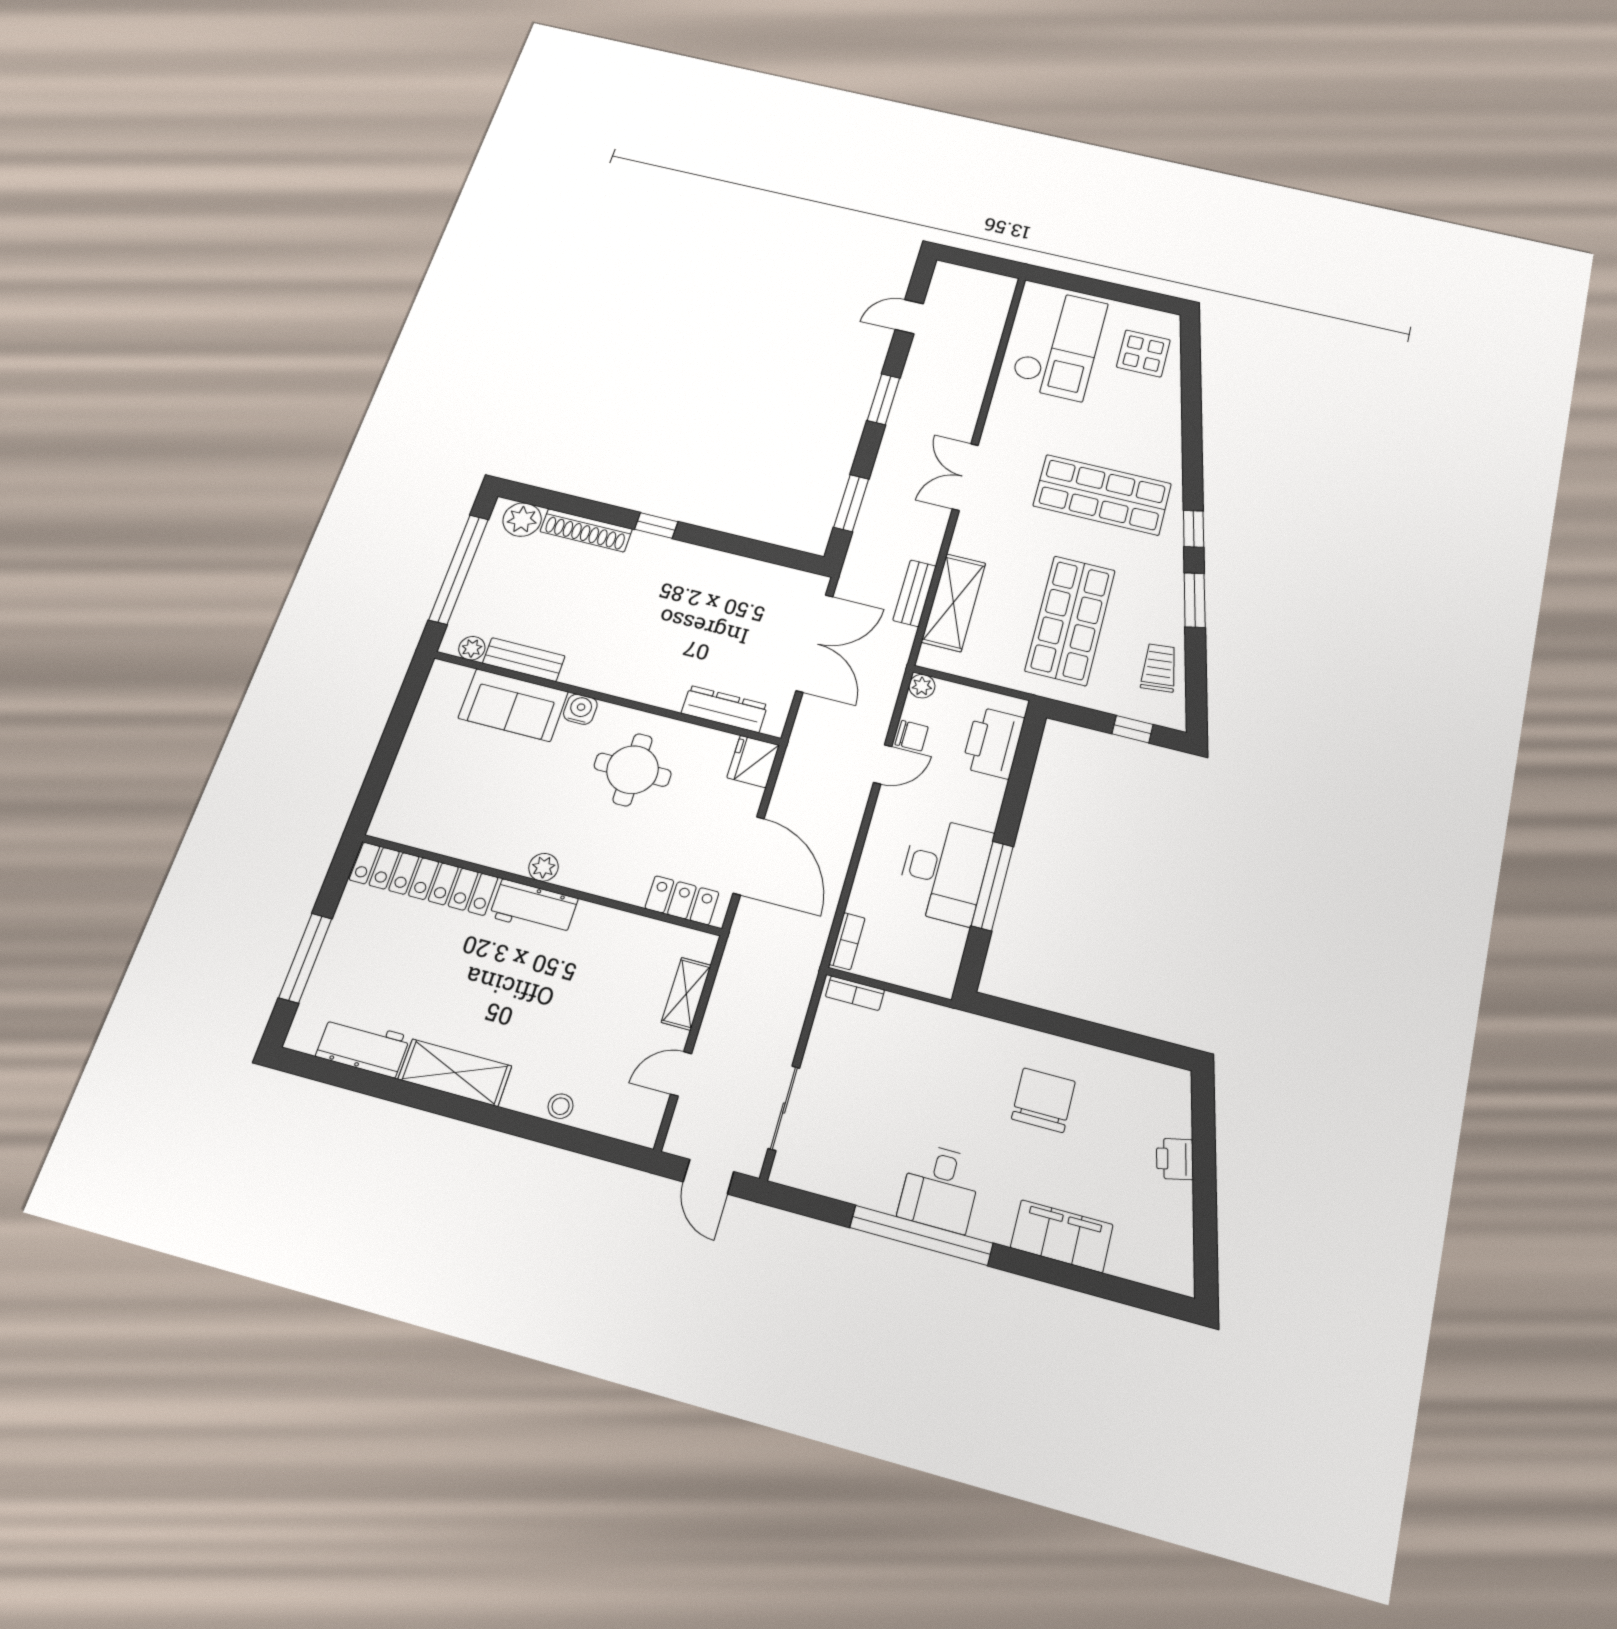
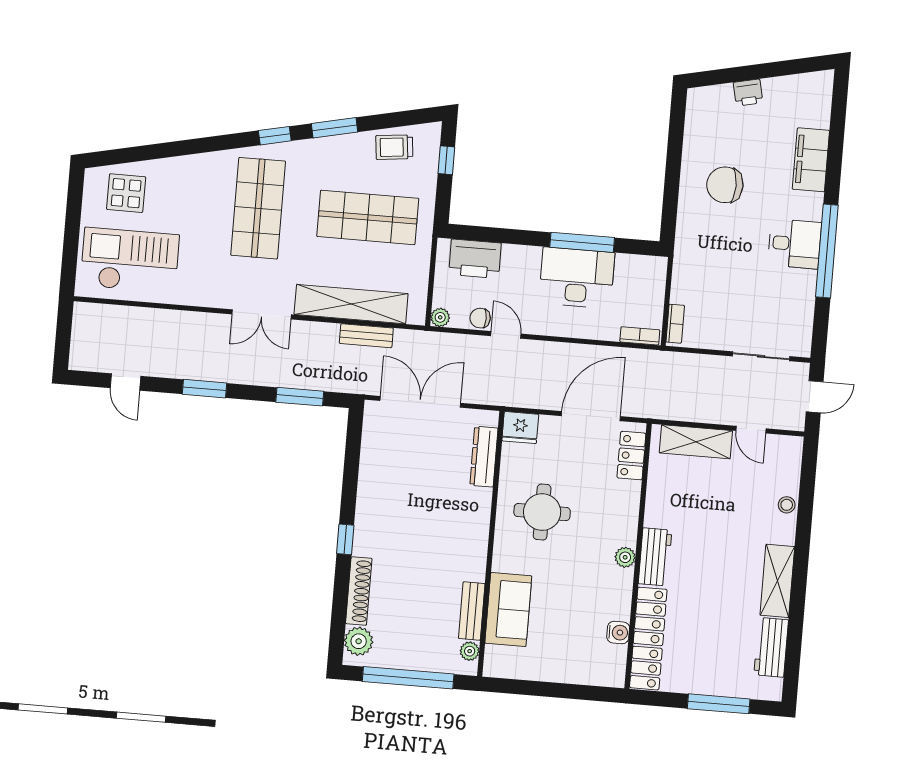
shelving: (954, 603) -> (351, 304), width x1.47
water cooler: (580, 709) -> (618, 632), moved, turned 180
chair: (912, 736) -> (480, 318), turned -90
shelving: (686, 994) -> (696, 442), width x1.50, depth x1.33

